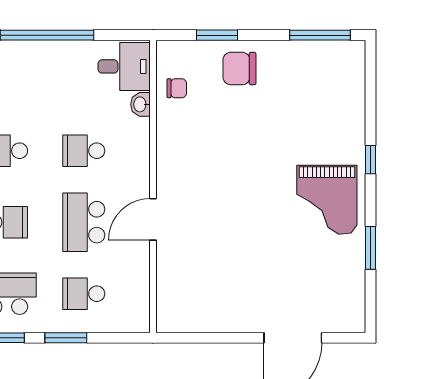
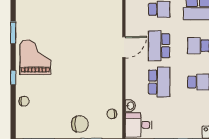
chair: (349, 113) -> (24, 101), added
school desk: (84, 151) -> (159, 82), width x1.85
school desk: (84, 222) -> (159, 46), turned 180

